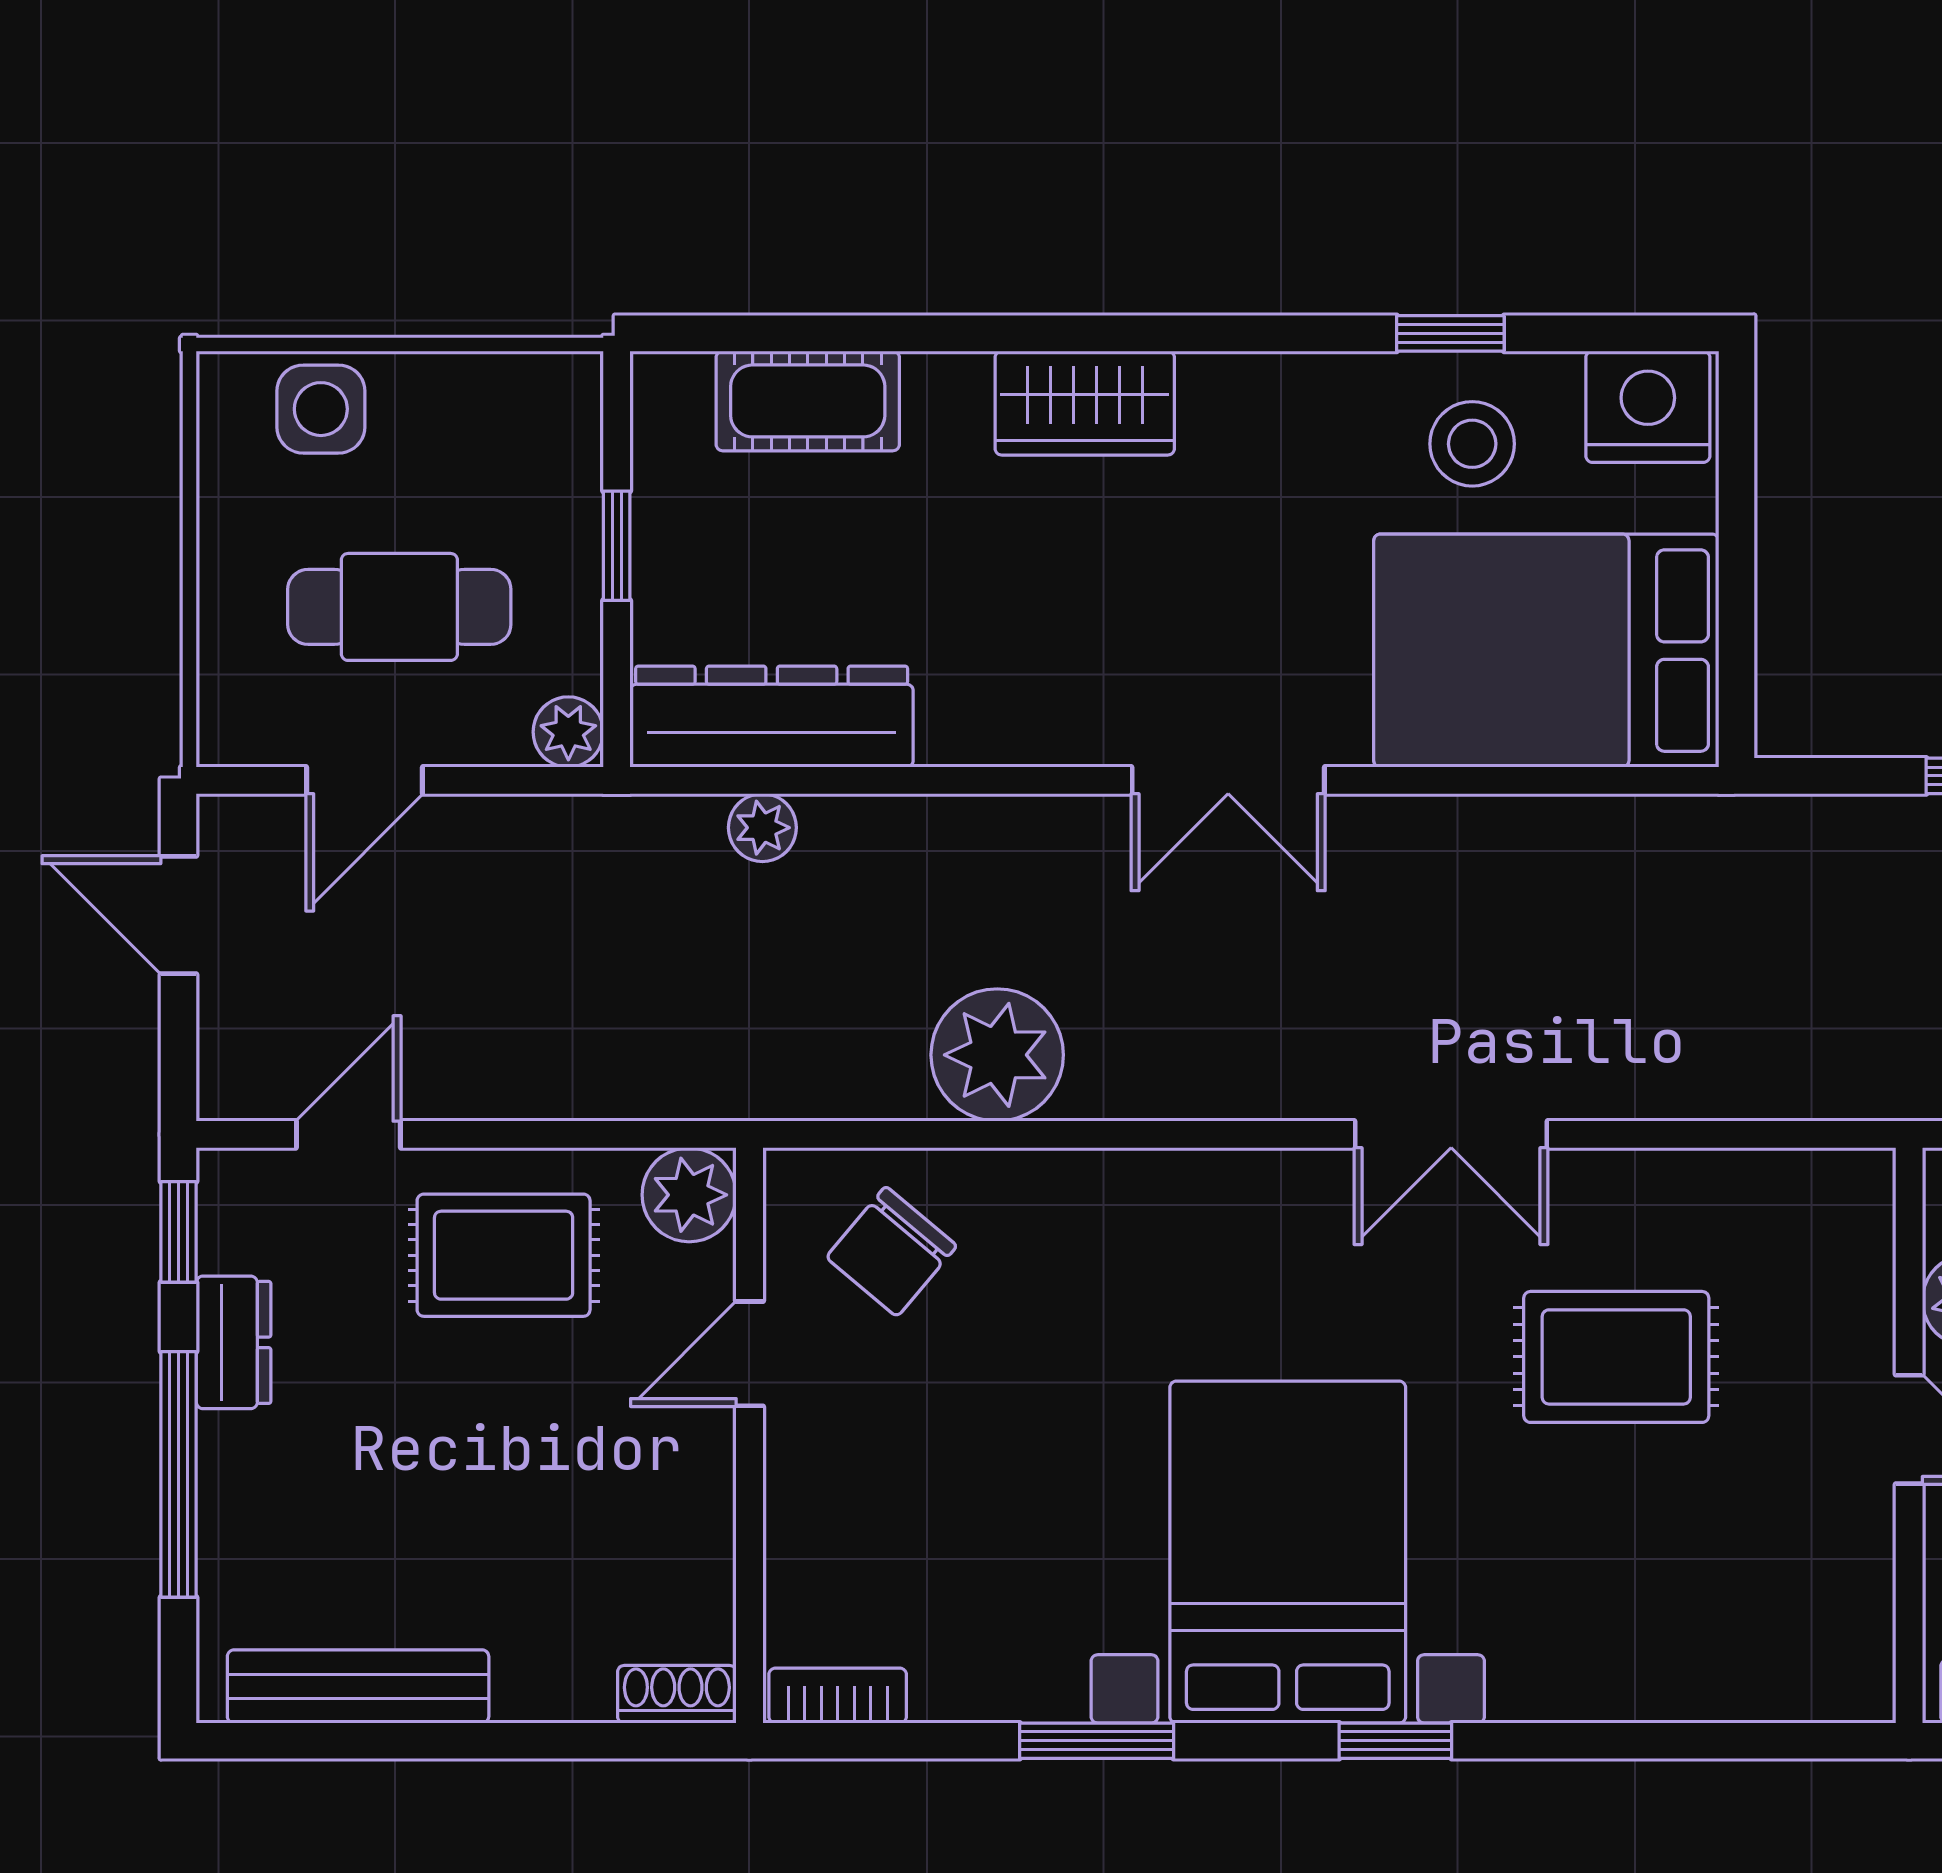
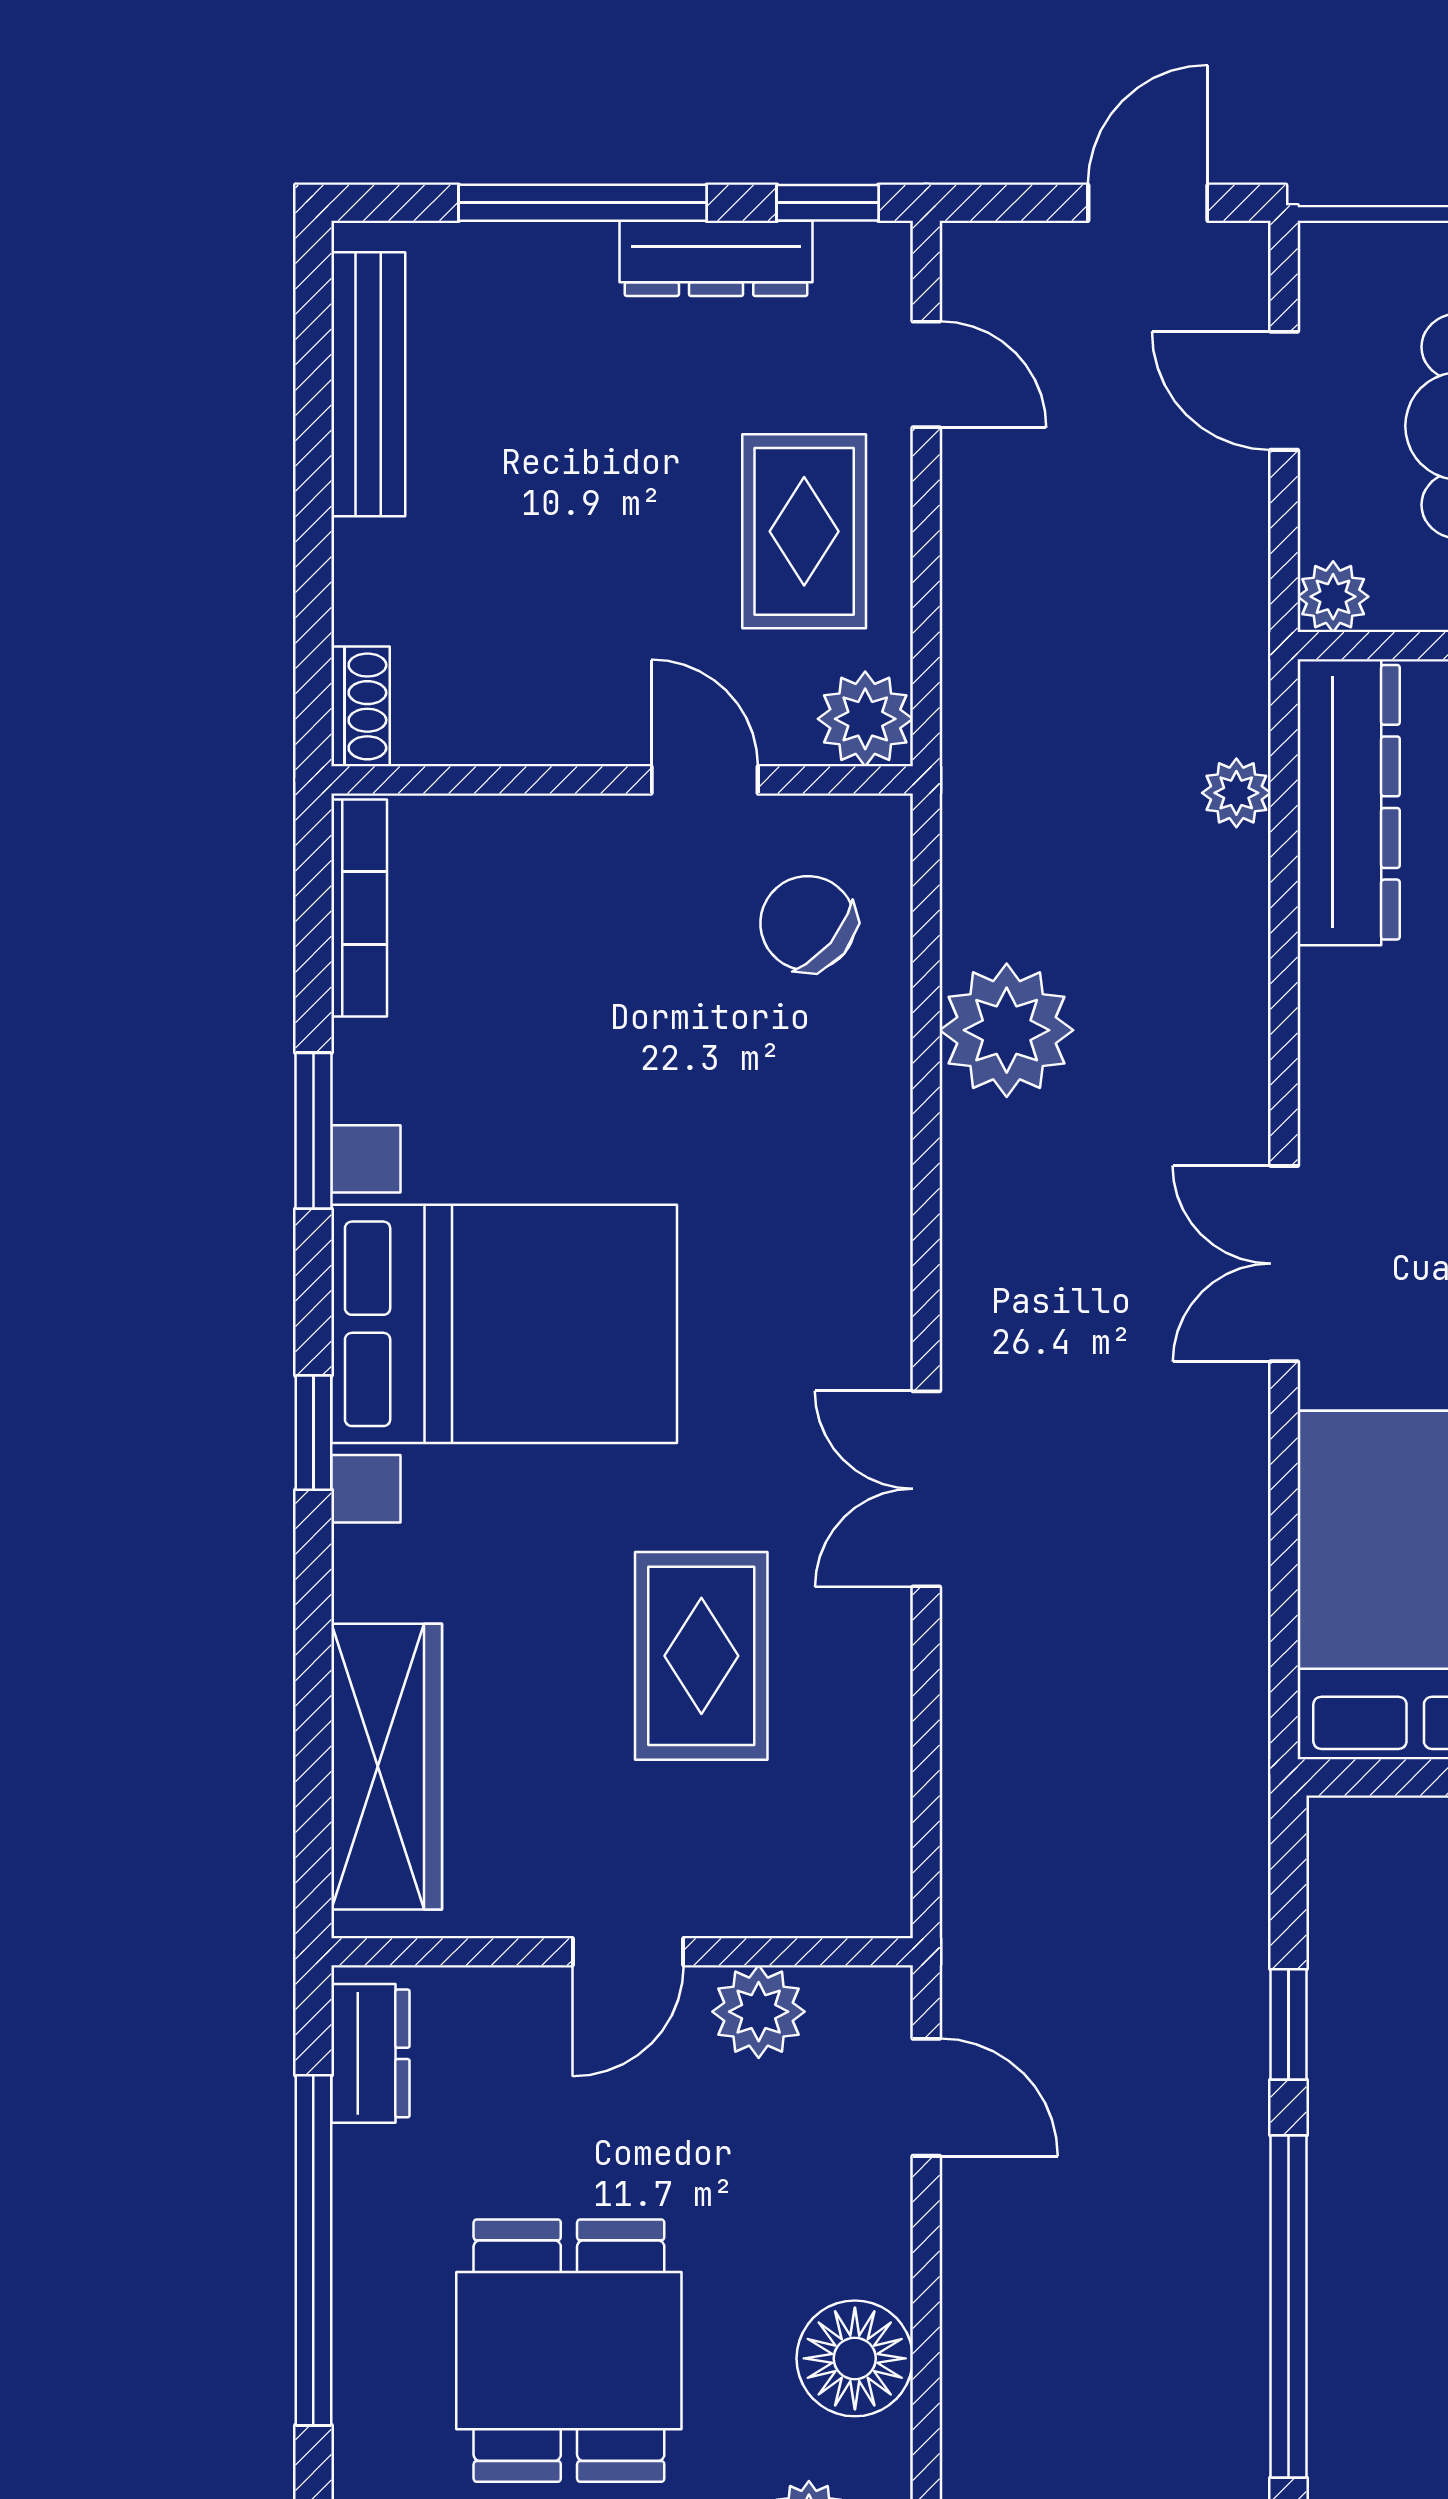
dresser: (234, 1342) -> (716, 258), width x1.44
wardrobe: (1726, 1668) -> (387, 1767), added
bookcase: (838, 1696) -> (359, 908), width x1.56

